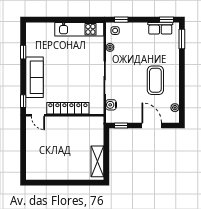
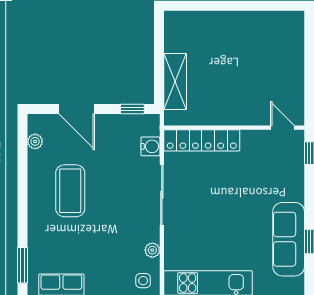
sofa: (35, 77) -> (289, 239), moved
locker: (68, 108) -> (202, 140), moved
shelving: (97, 161) -> (175, 82), moved

